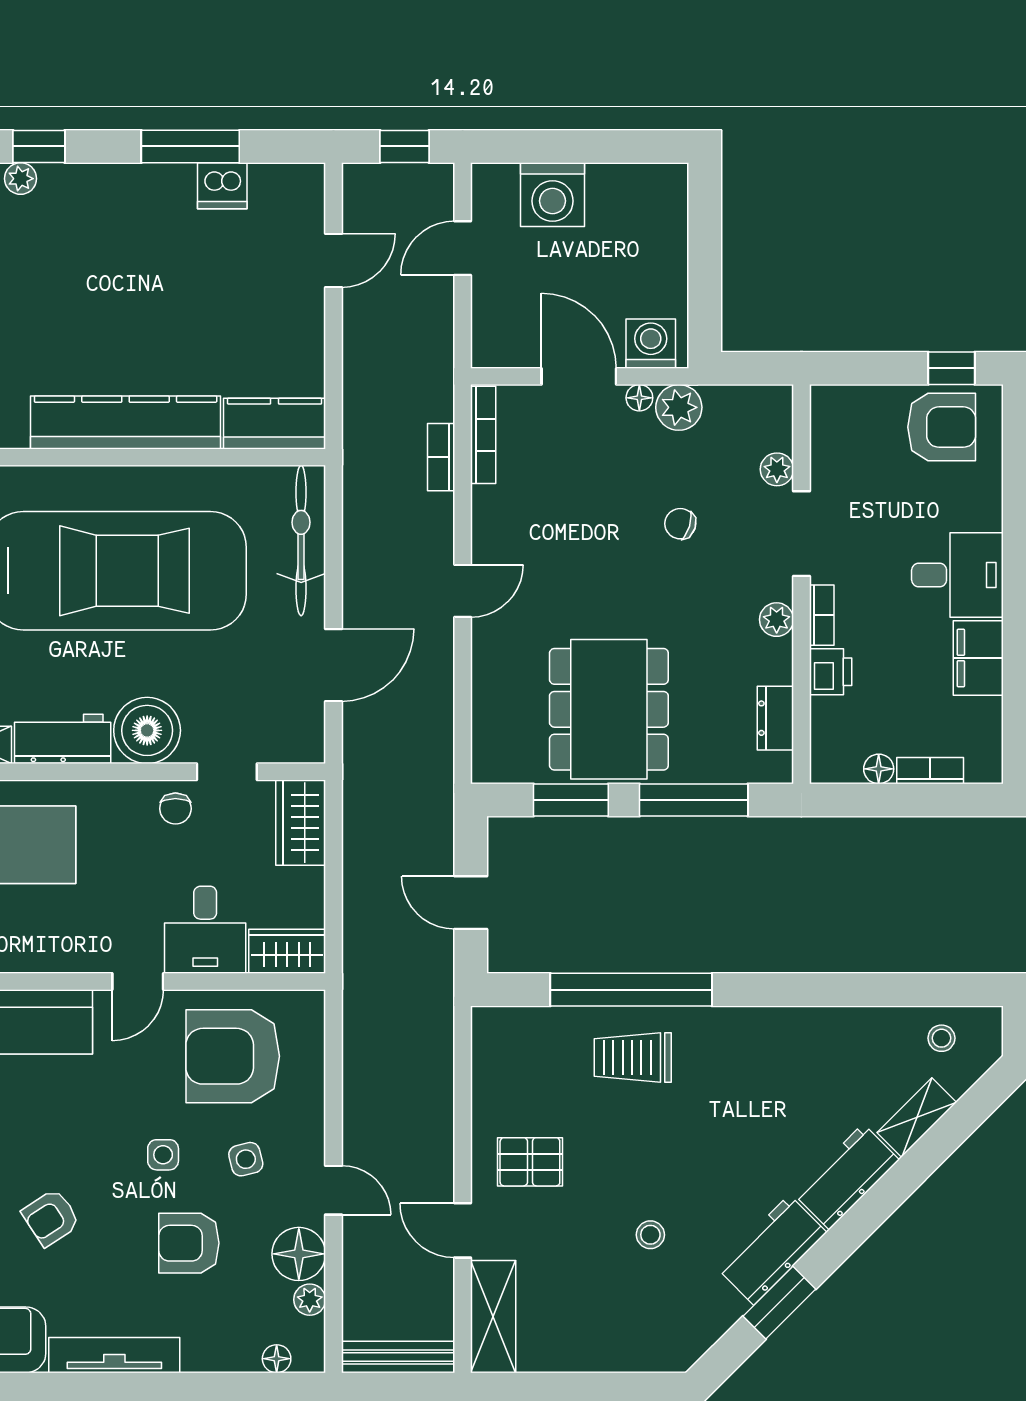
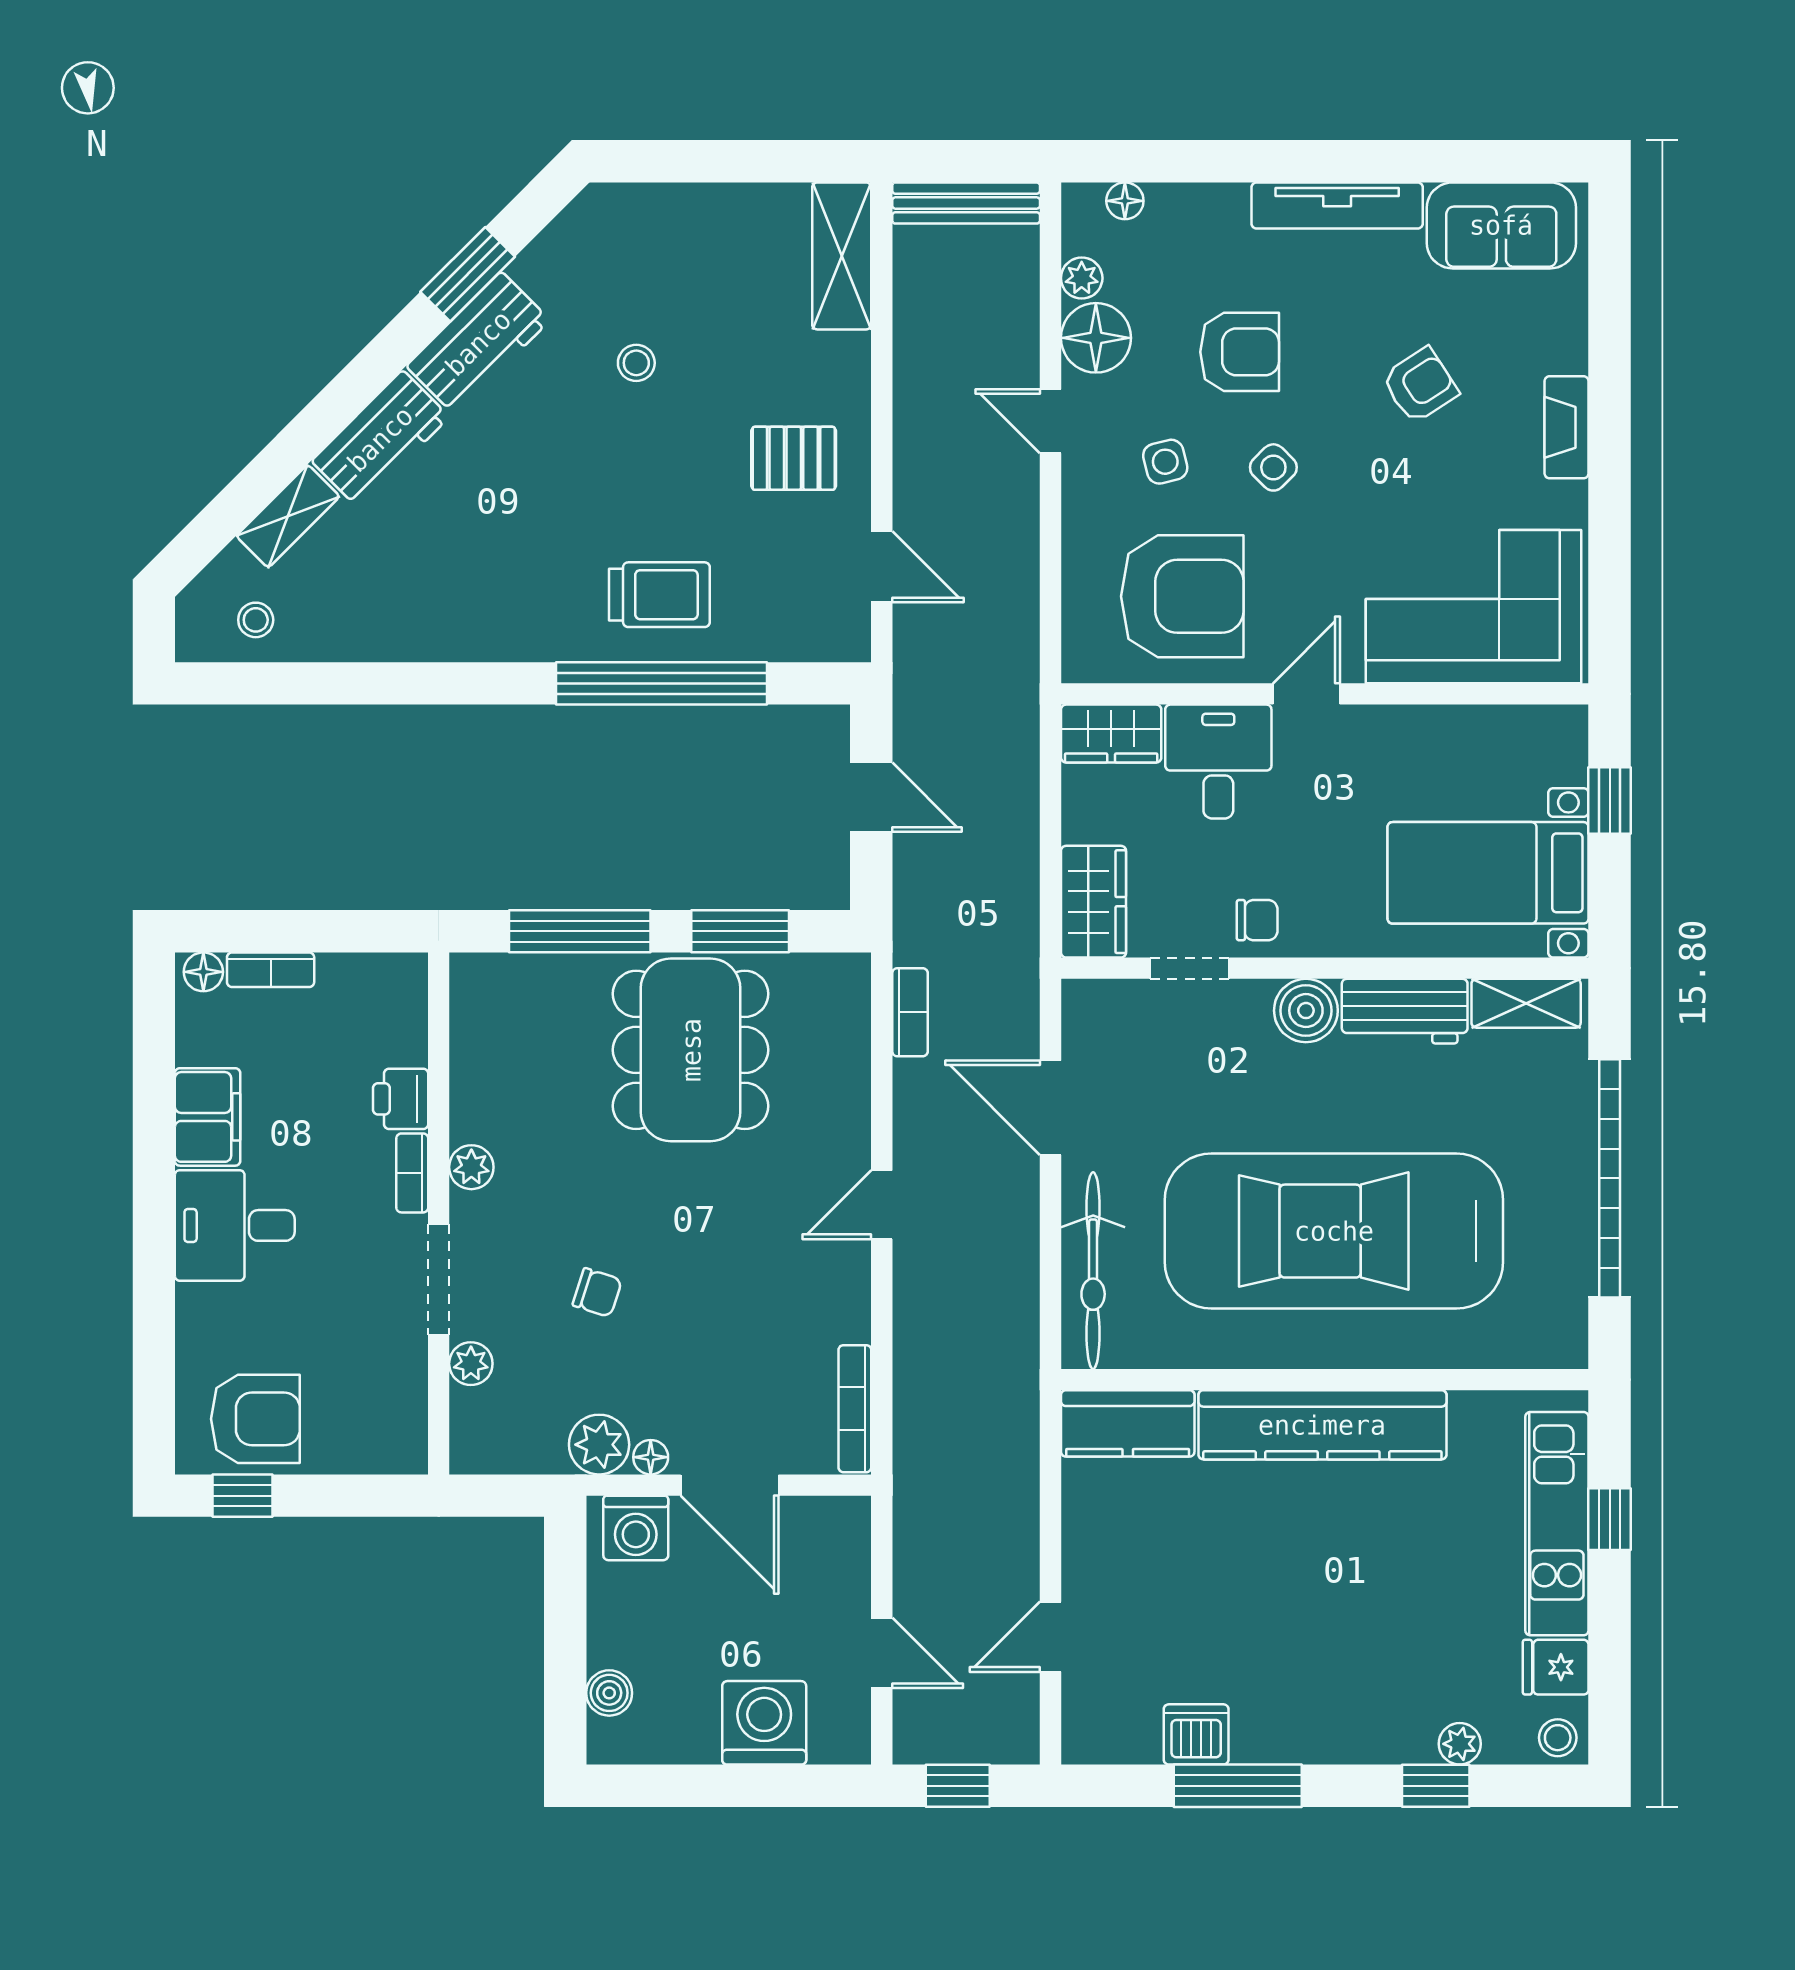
boiler: (671, 217) -> (609, 1693), added
door: (463, 248) -> (882, 1653), hinge flipped
armchair: (942, 427) -> (255, 1419), turned 180
bookcase: (441, 457) -> (910, 1012), moved
door: (334, 665) -> (1051, 1108), hinge flipped
dresser: (775, 718) -> (473, 1038), removed
boiler: (147, 730) -> (1306, 1011), width x0.73, depth x0.73
floor lamp: (879, 769) -> (203, 972), moved
chair: (175, 809) -> (1257, 920), turned 90
side table: (163, 1155) -> (1273, 467), turned 45
door: (463, 1230) -> (882, 567), moved

